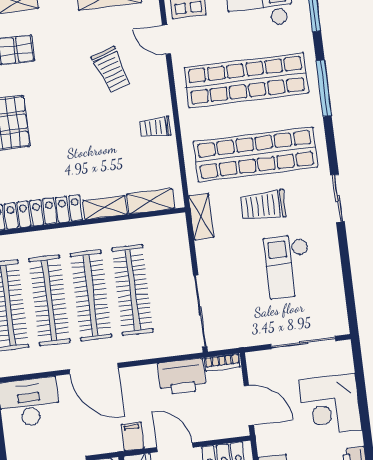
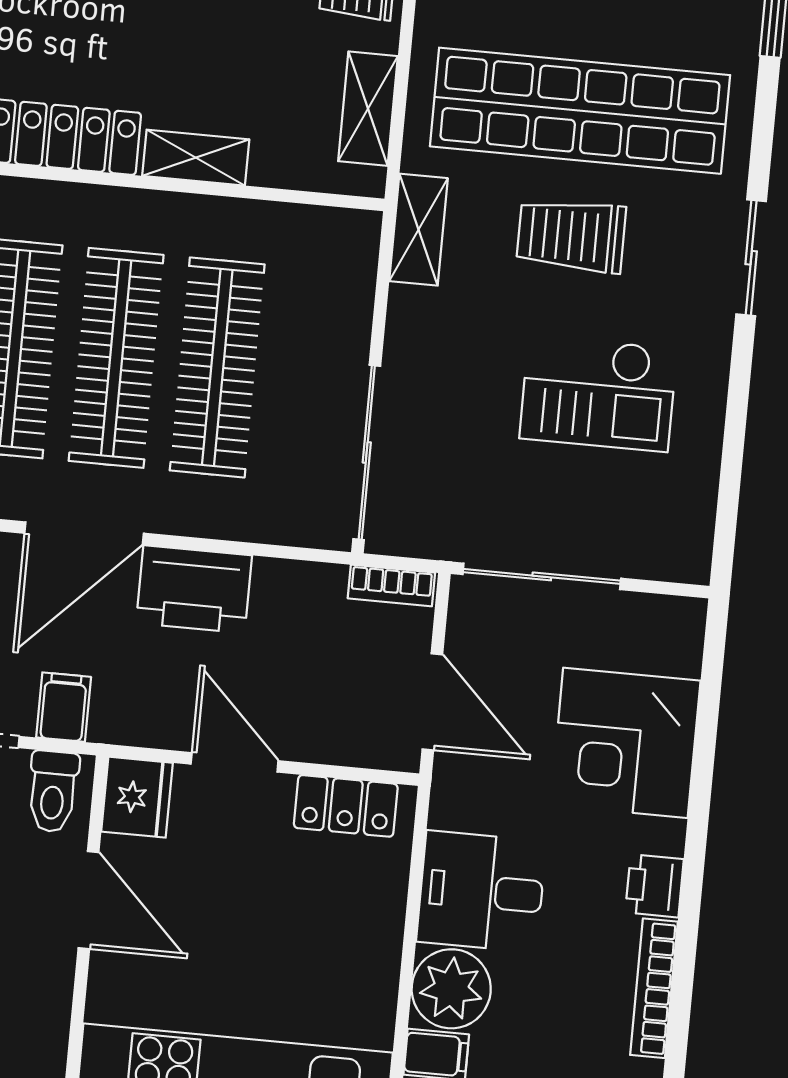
shelving: (150, 201) -> (368, 109), moved, turned 90
checkout: (288, 266) -> (598, 393), turned -90
sliding door: (303, 342) -> (542, 576), moved
door: (94, 369) -> (84, 533), hinge flipped
printer: (182, 377) -> (194, 589), moved
filing cabinet: (133, 436) -> (64, 707), moved

